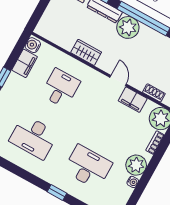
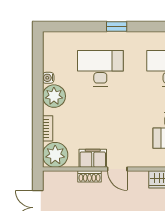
shoe rack: (154, 93) -> (90, 176), moved
desk: (88, 167) -> (100, 68), turned 180

